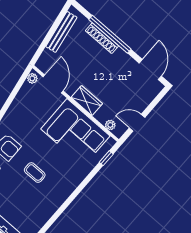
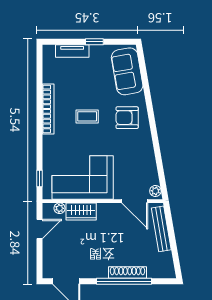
bench: (61, 32) -> (161, 229), moved
wardrobe: (87, 101) -> (81, 211), moved
bookcase: (57, 202) -> (48, 109), added

